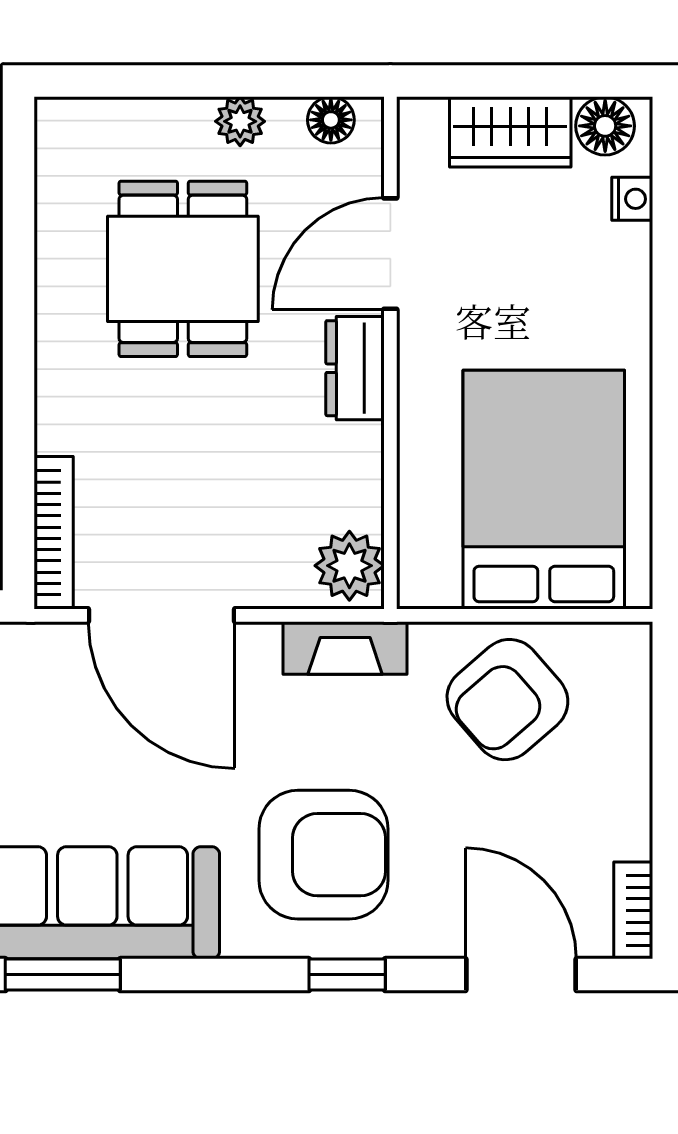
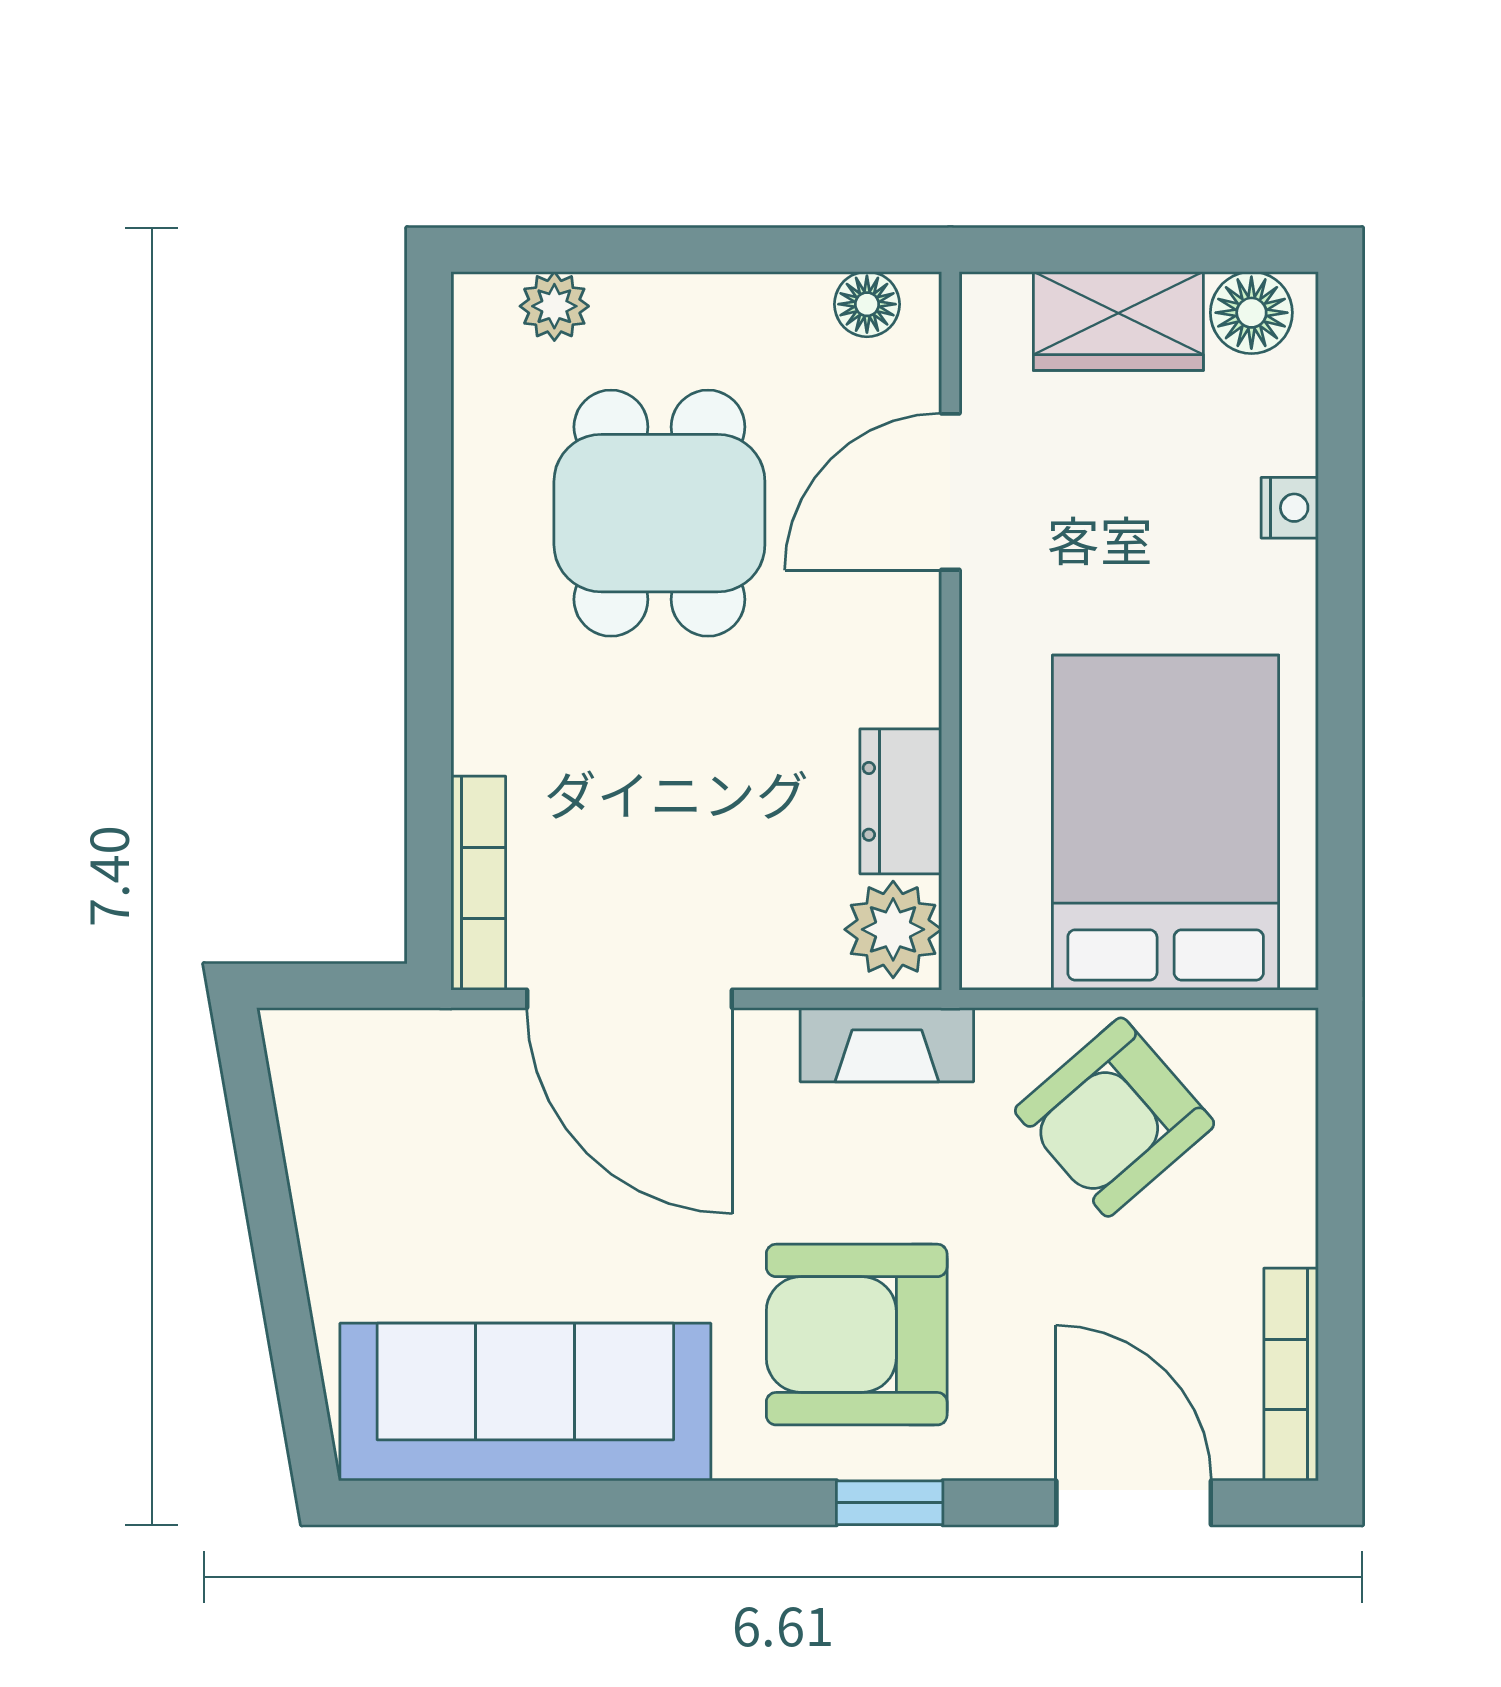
plant: (240, 121) -> (554, 306), moved
nightstand: (632, 199) -> (1290, 508), moved
dresser: (355, 368) -> (901, 801), moved
armchair: (324, 855) -> (857, 1335), turned 180
bookcase: (633, 910) -> (1291, 1375), width x1.56
window: (63, 975) -> (491, 1503), removed

